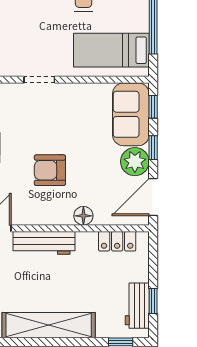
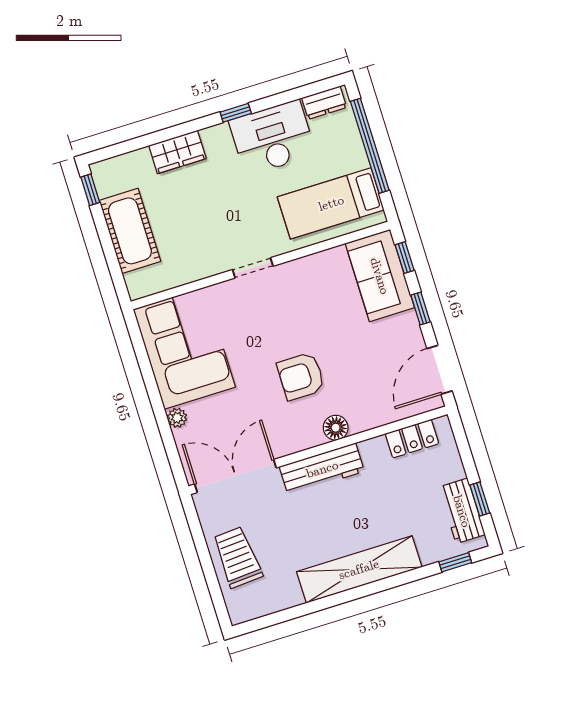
plant: (135, 162) -> (403, 333), removed
floor lamp: (83, 216) -> (336, 428), moved

